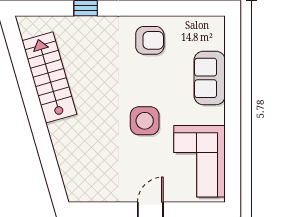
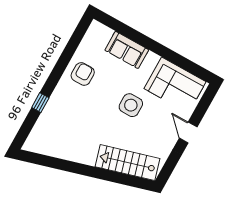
stairs: (49, 77) -> (128, 163), moved

